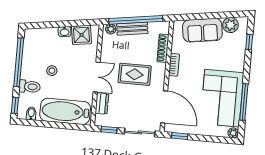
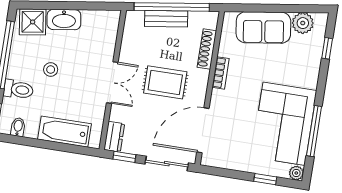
plant: (111, 29) -> (136, 17), removed
washbasin: (65, 32) -> (64, 20), width x1.91, depth x1.45
shower: (81, 35) -> (33, 22), moved
dresser: (102, 104) -> (114, 137), moved
door: (164, 107) -> (203, 130), swing flipped
bathtub: (65, 111) -> (65, 132), width x0.73, depth x0.73
window: (180, 136) -> (265, 179), moved

